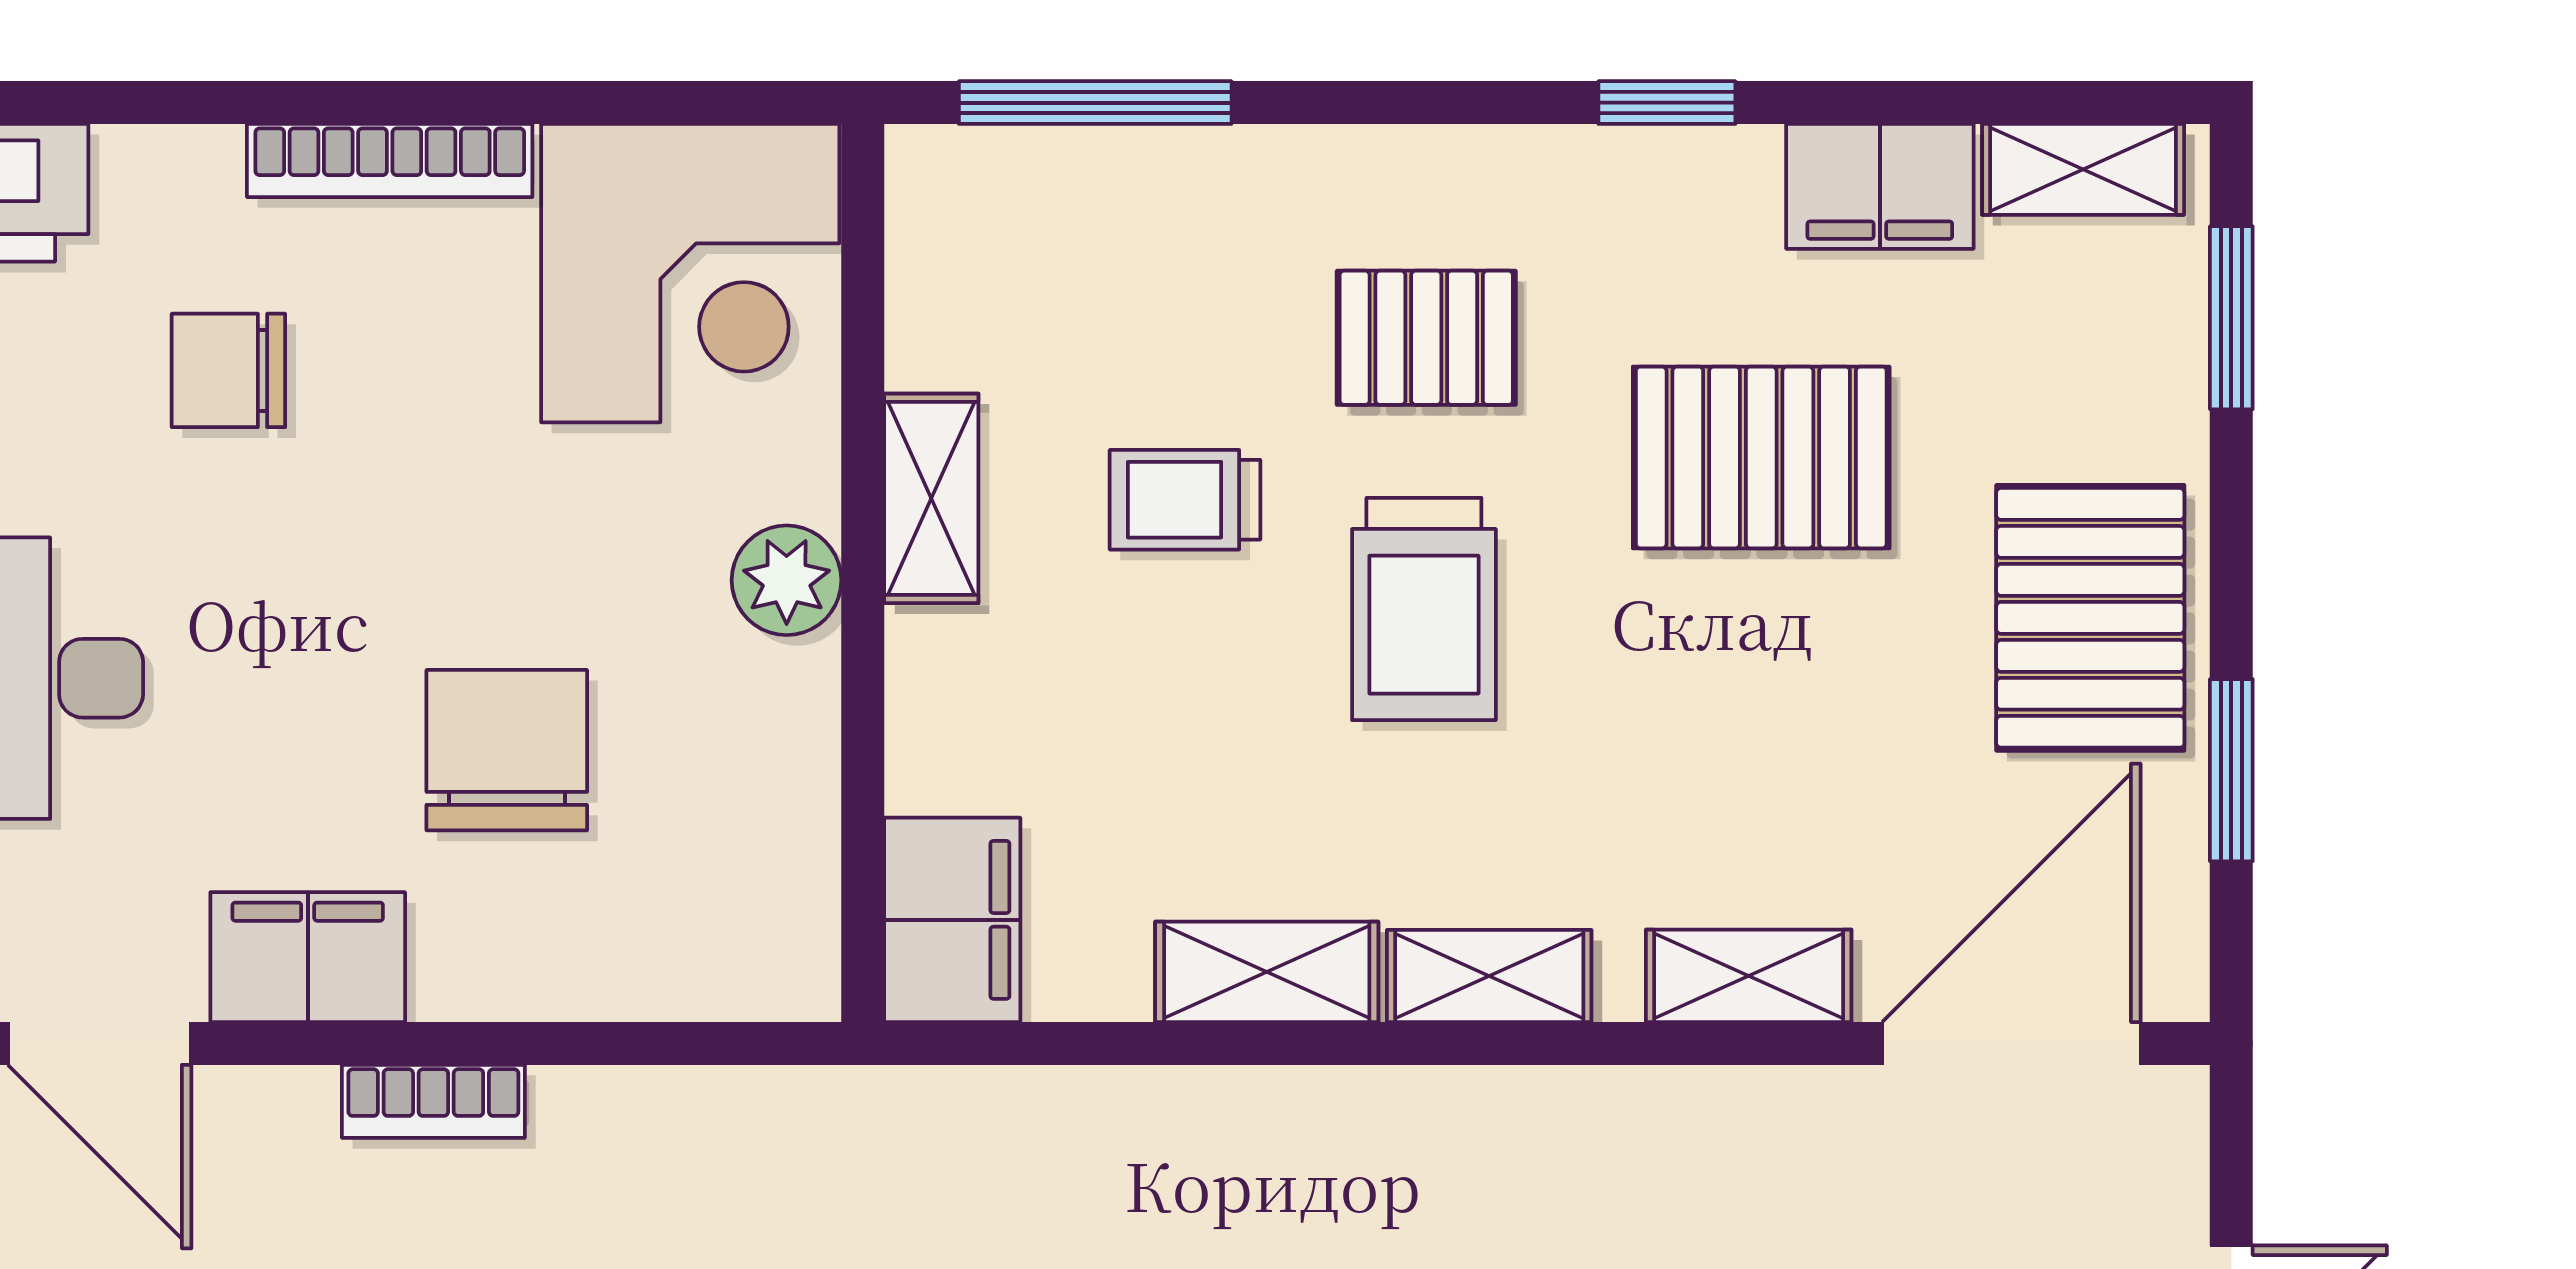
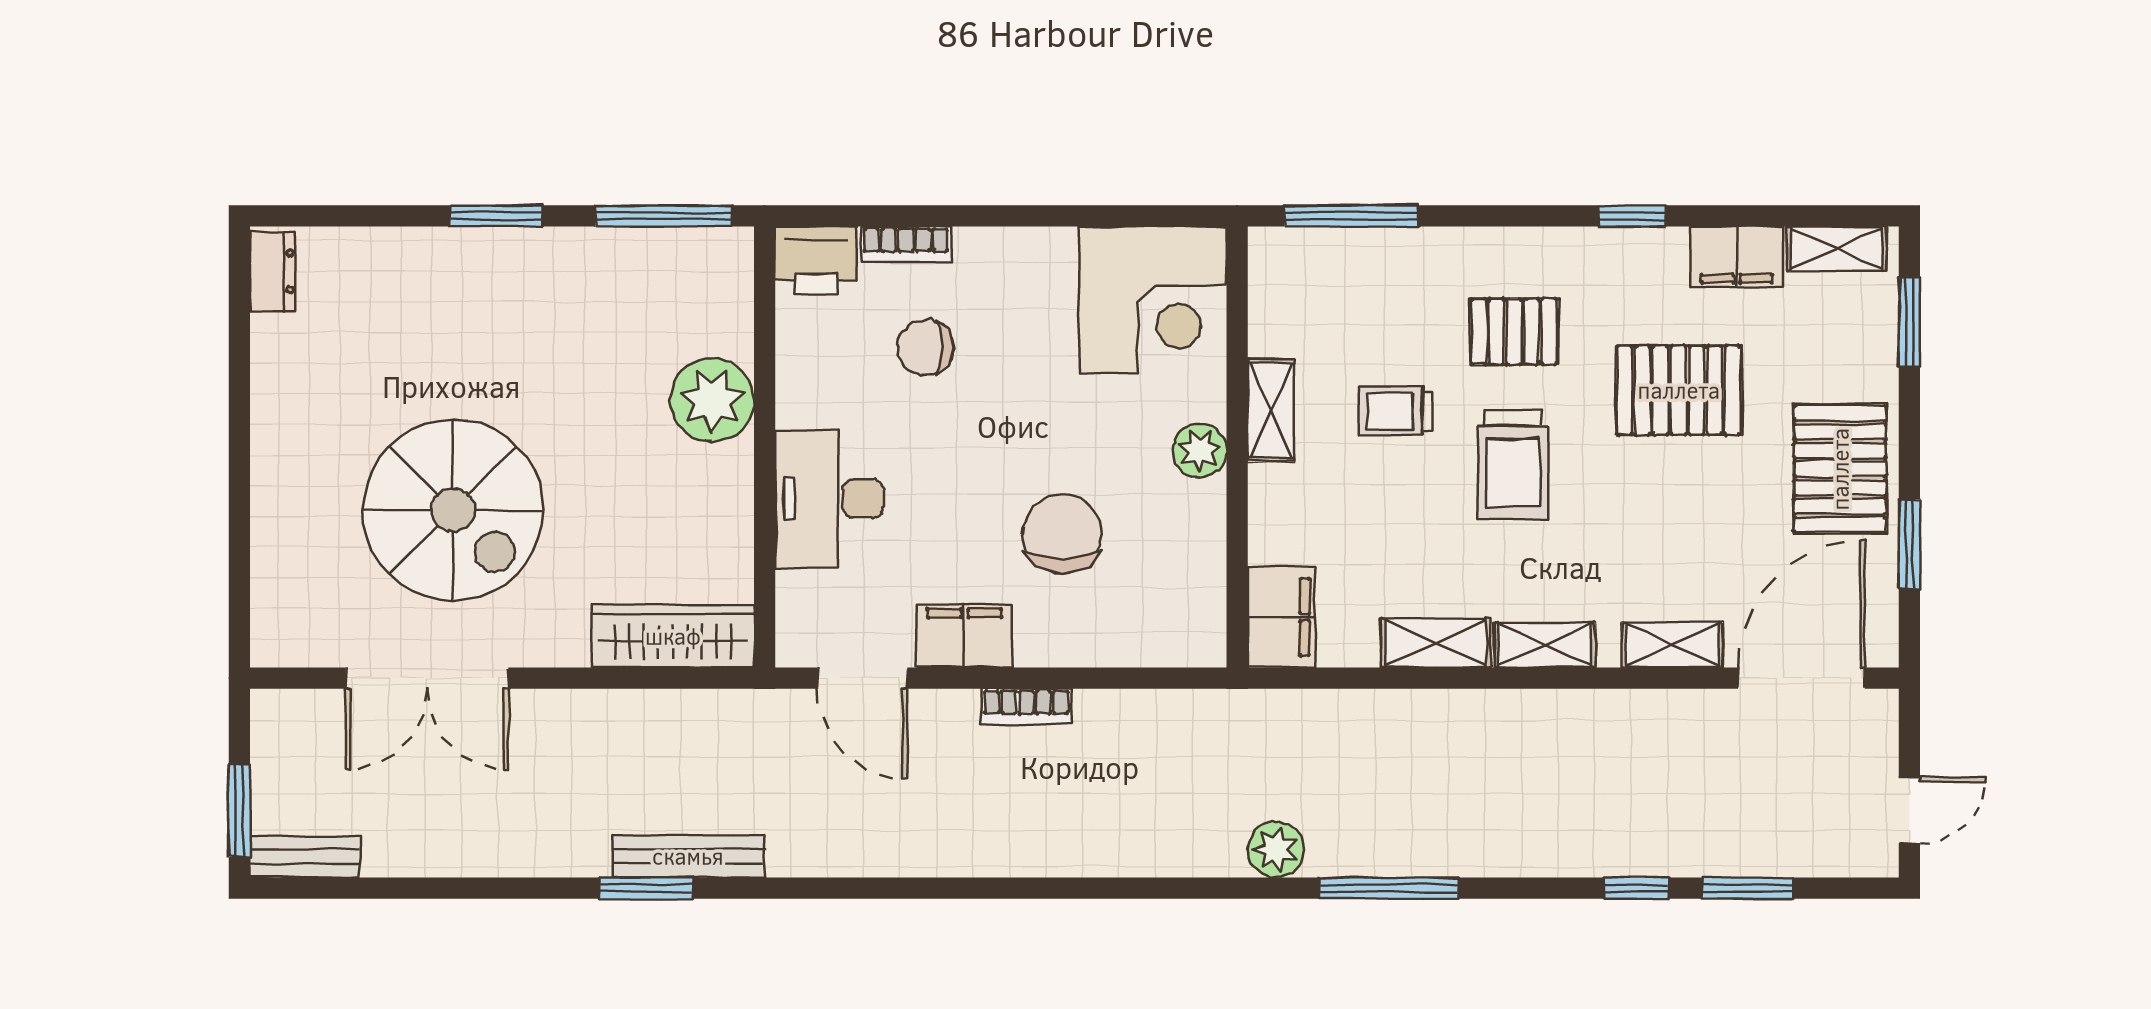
bookcase: (390, 160) -> (906, 244), moved, width x0.64

